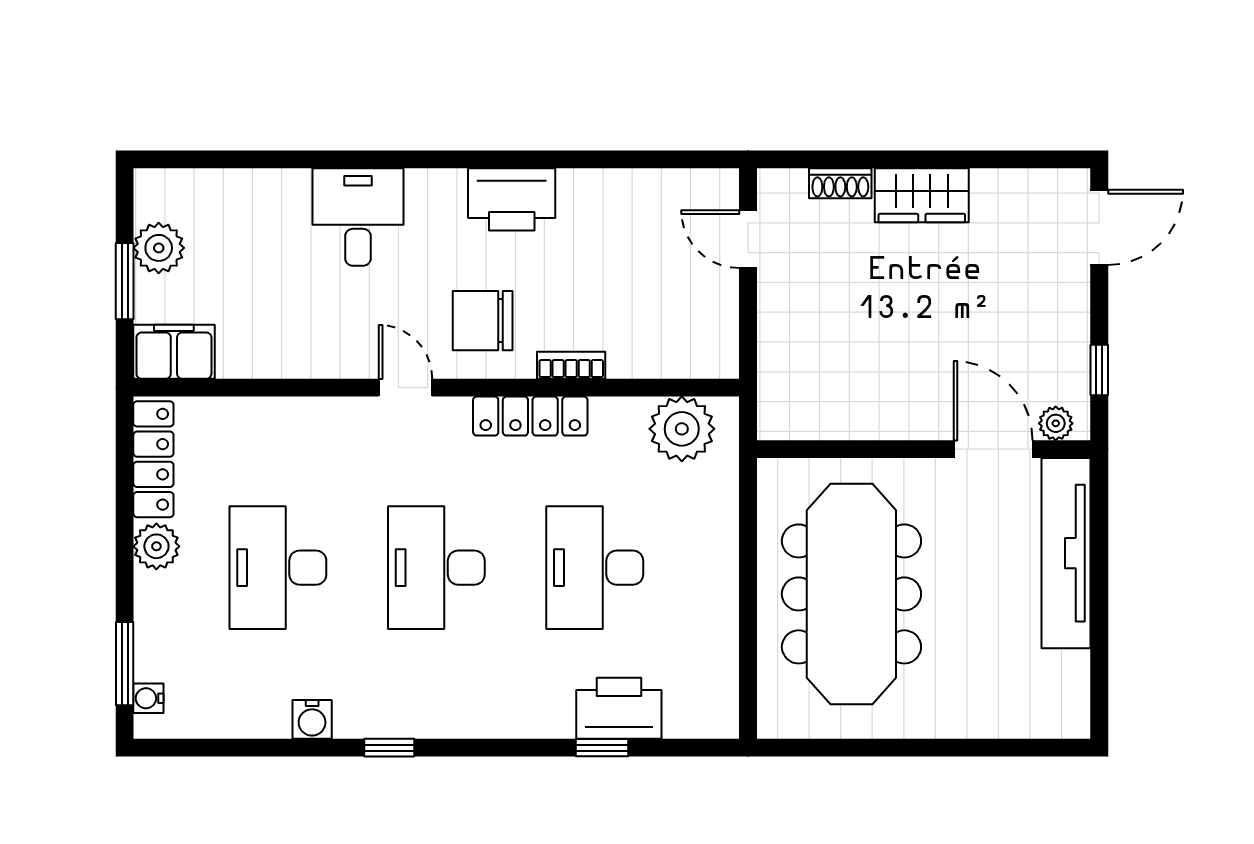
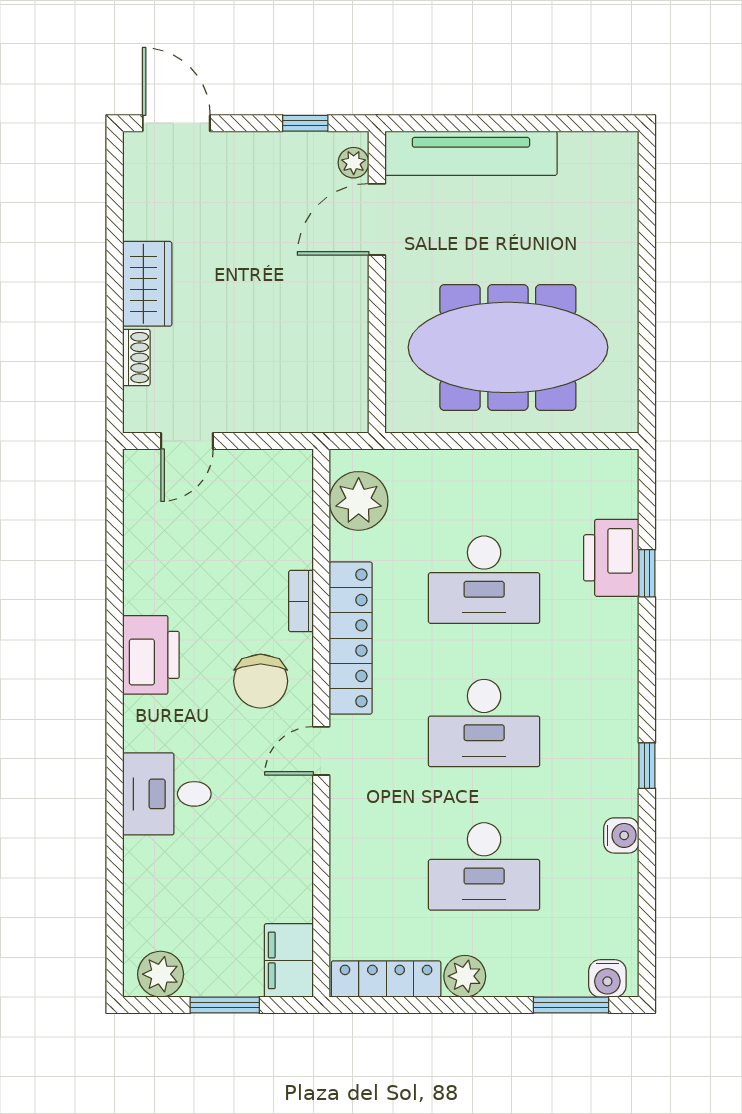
plant: (159, 248) -> (161, 974), moved
locker: (530, 416) -> (351, 638), width x1.41, depth x1.21
water cooler: (148, 698) -> (607, 978), width x1.38, depth x1.38

